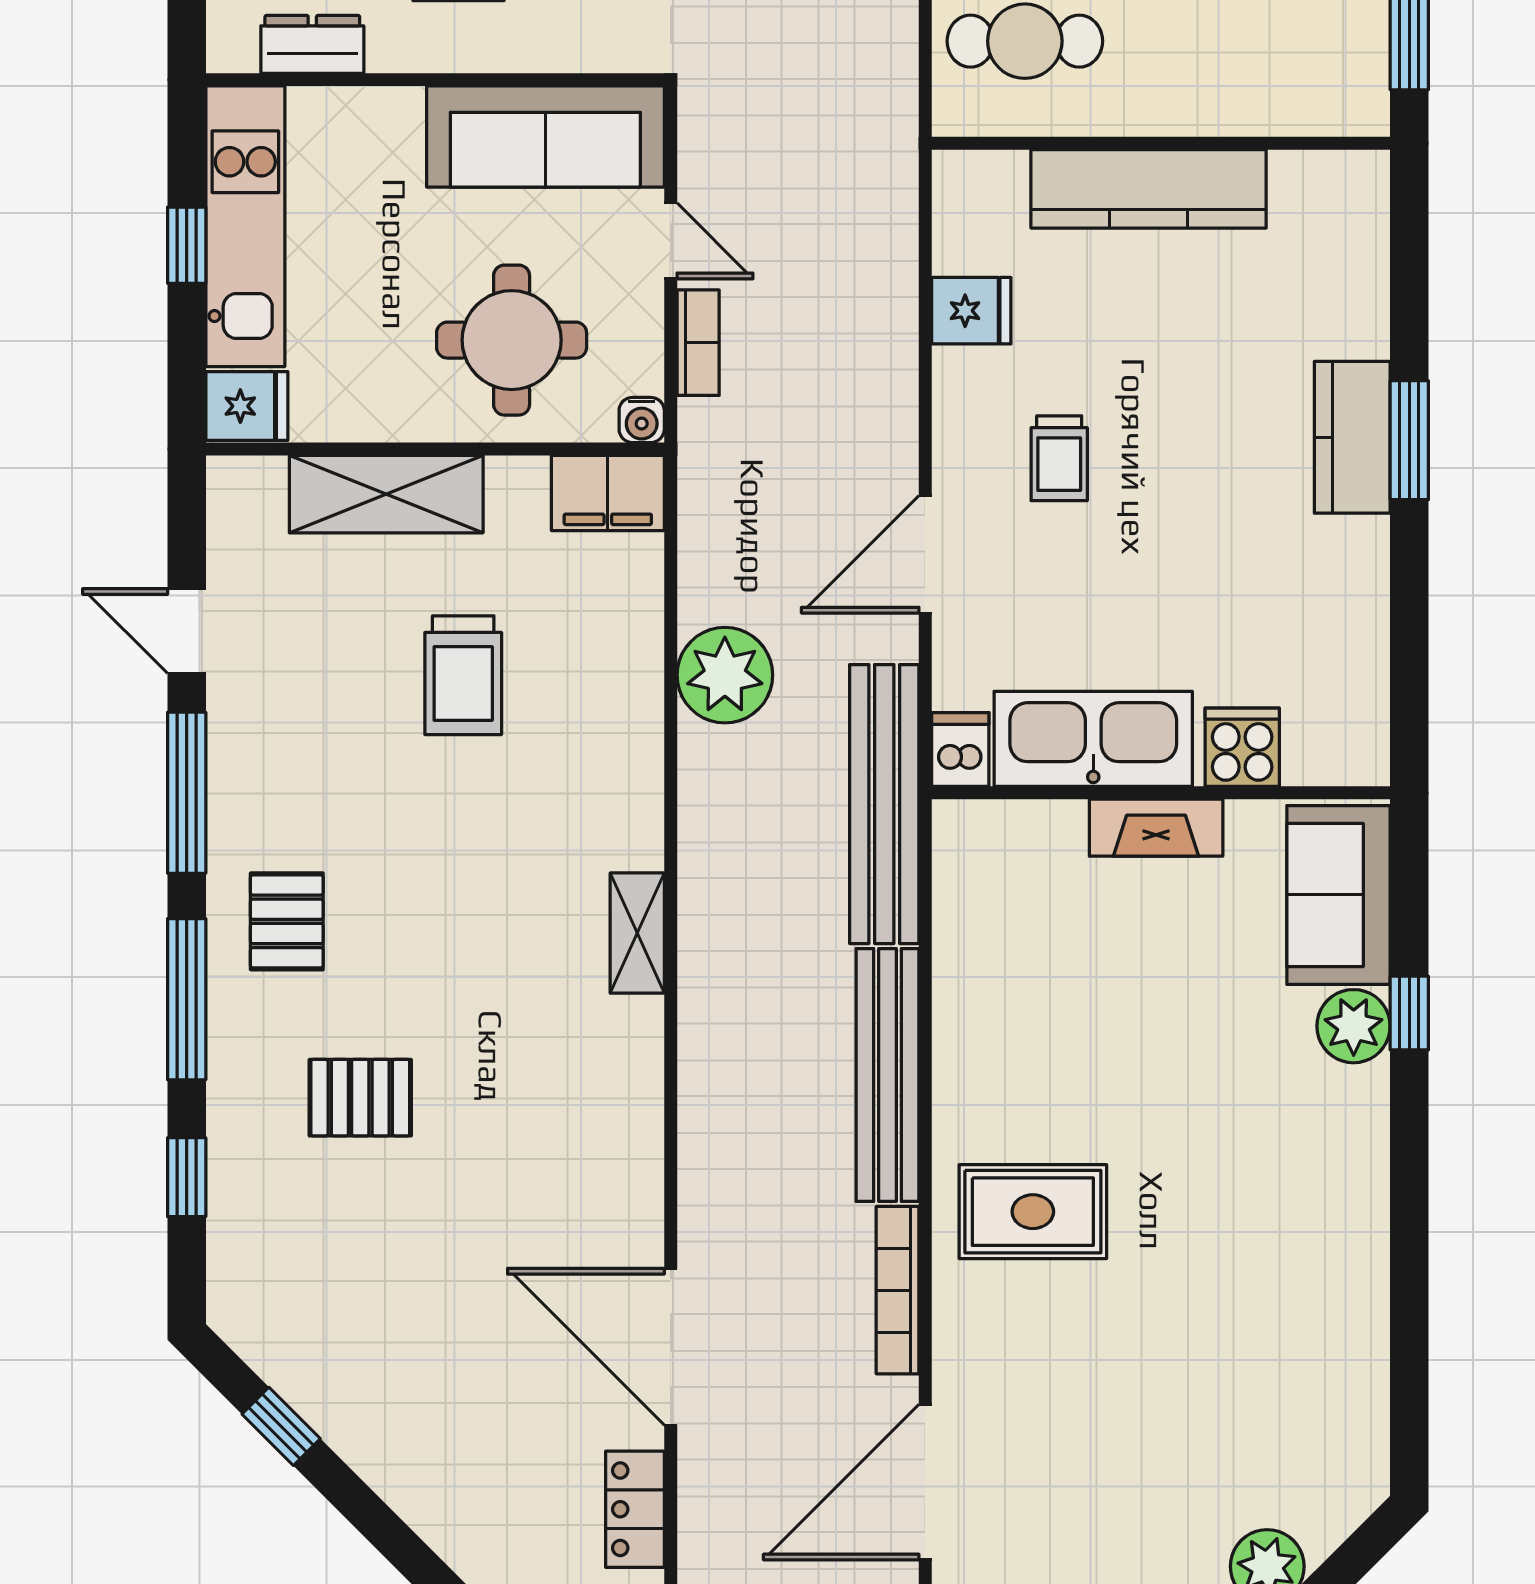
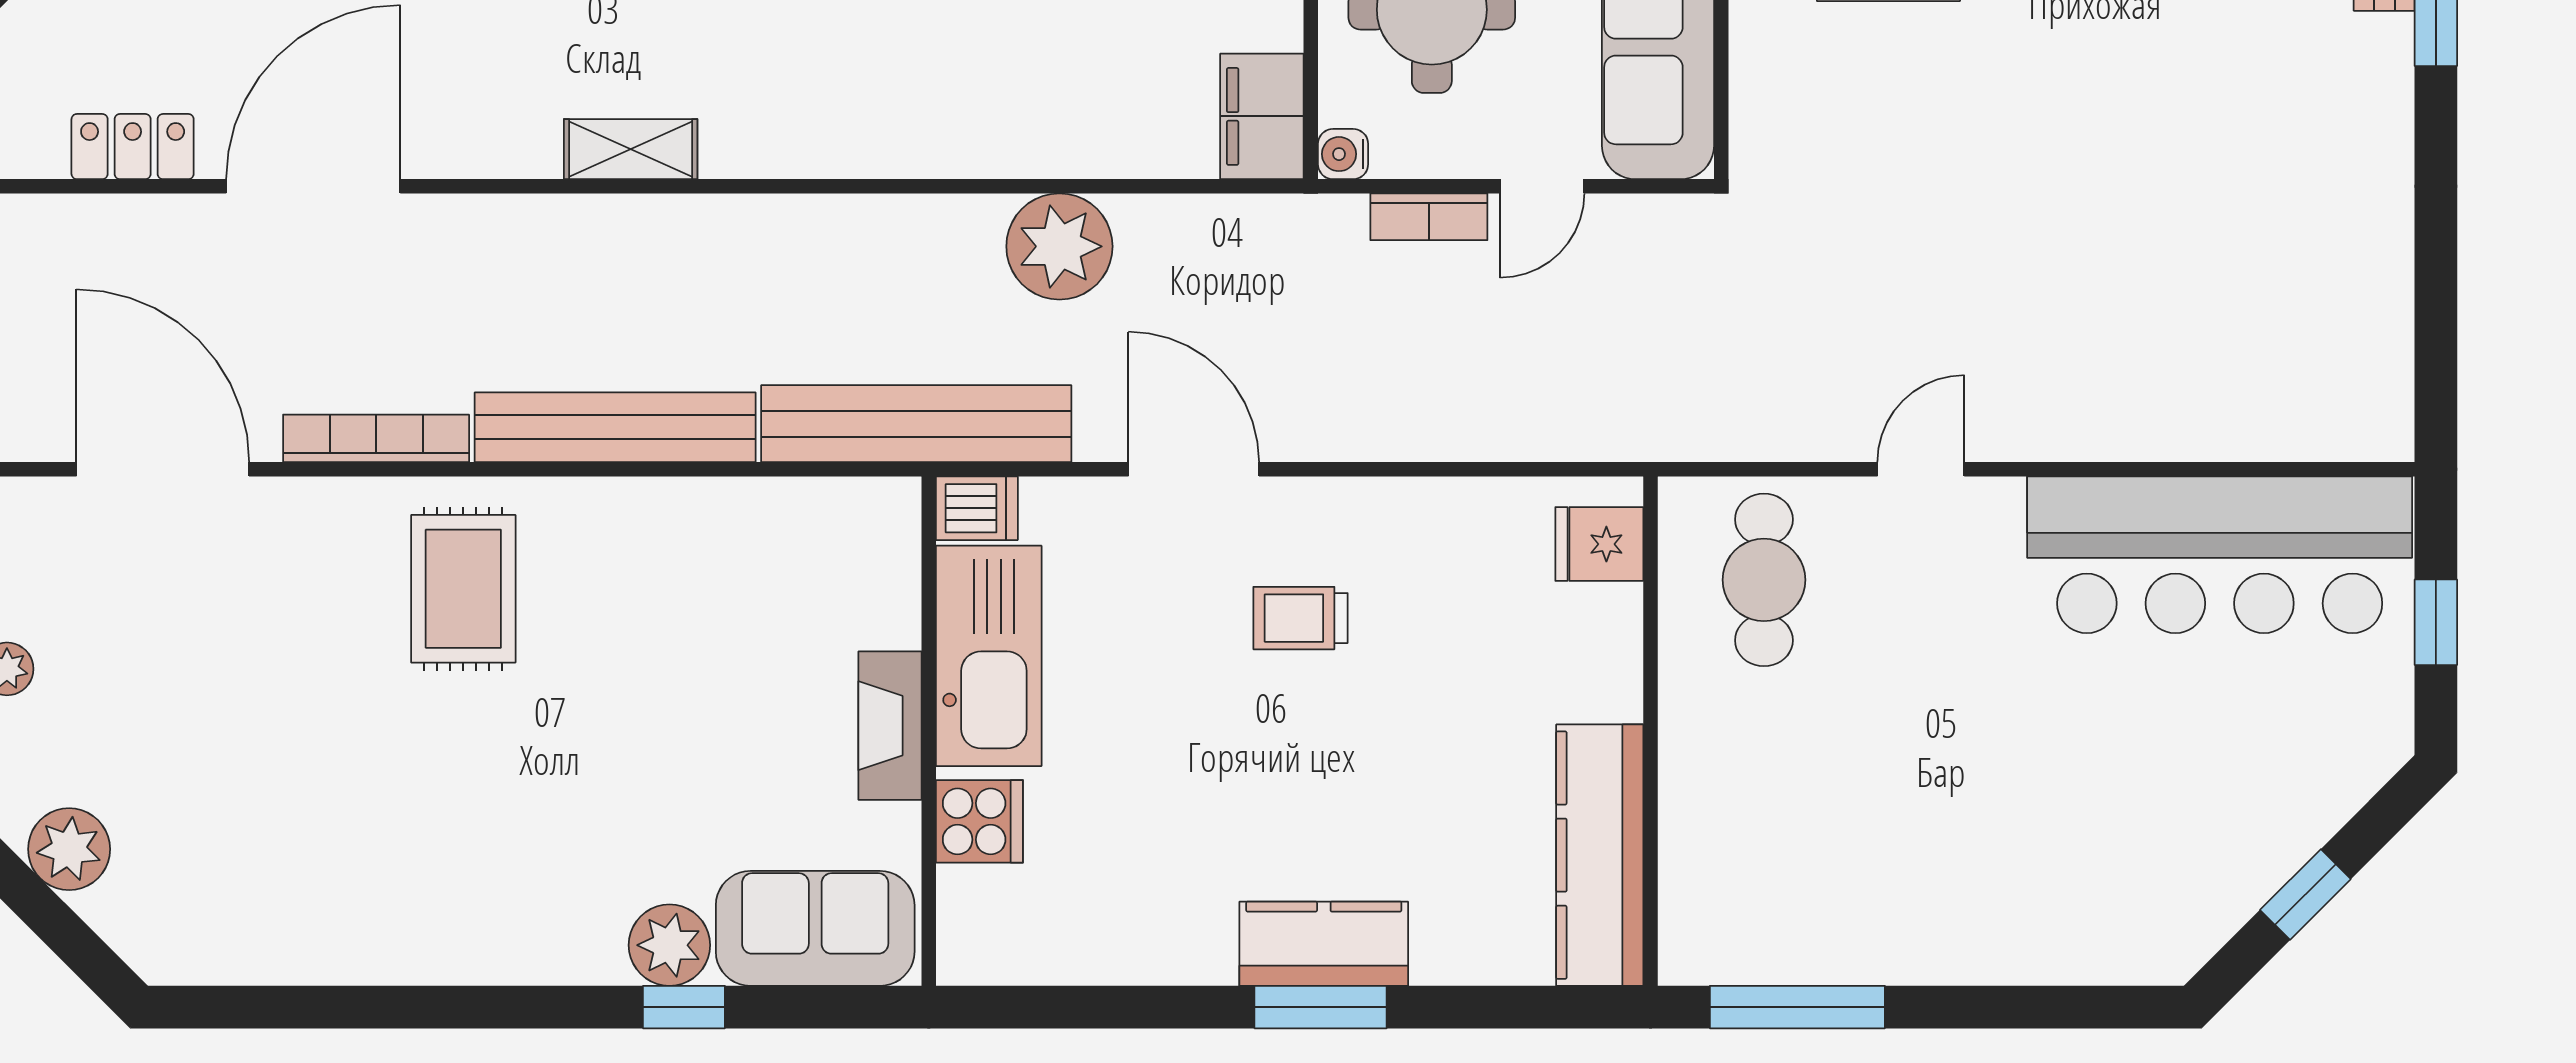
kitchen counter: (1149, 189) -> (1600, 855), moved
fridge: (971, 311) -> (1599, 544), moved, turned 90
shelving: (637, 933) -> (631, 149), moved

